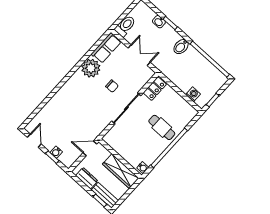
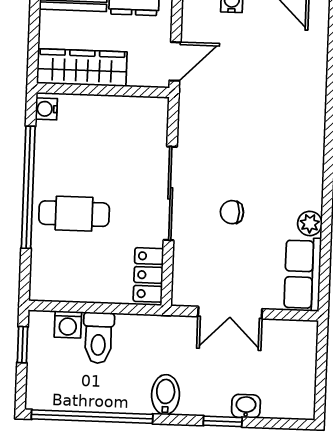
toilet: (125, 26) -> (98, 338), moved
plant: (91, 68) -> (310, 223), width x0.53, depth x0.53

